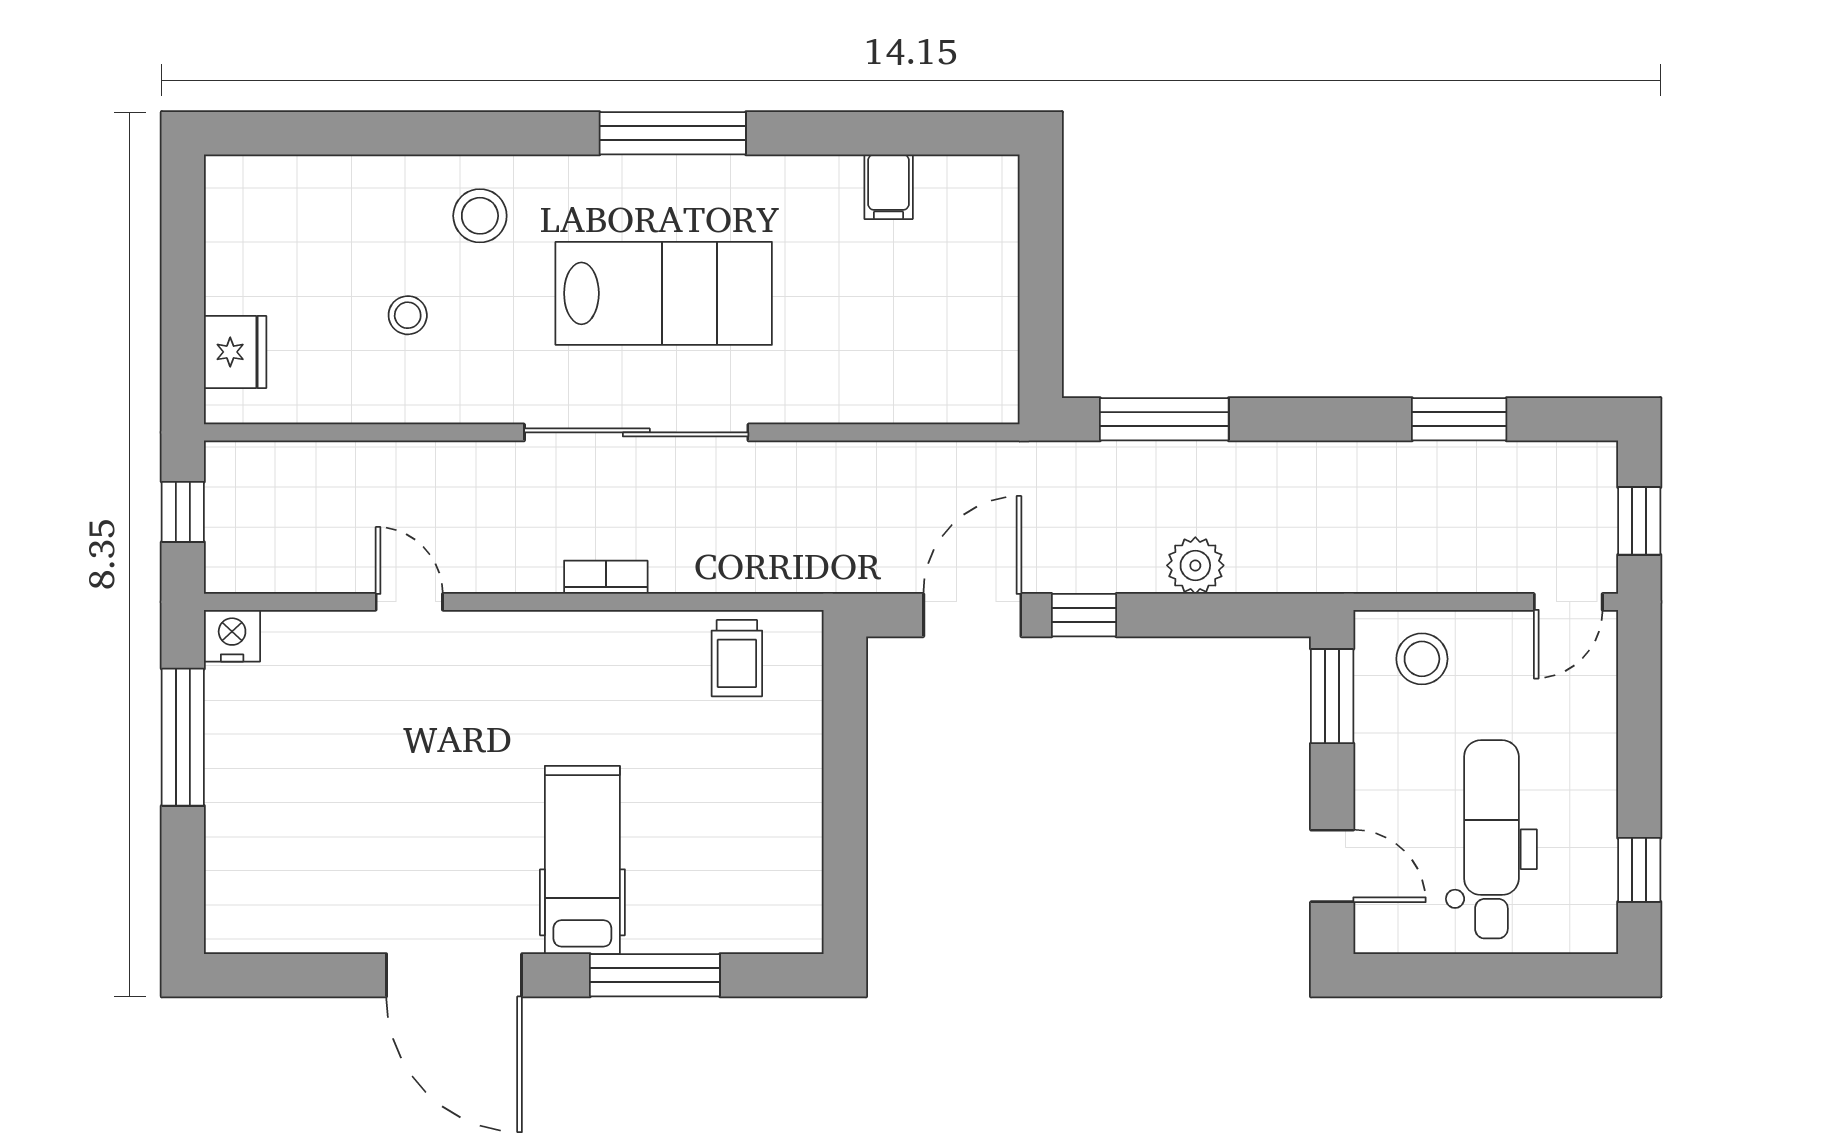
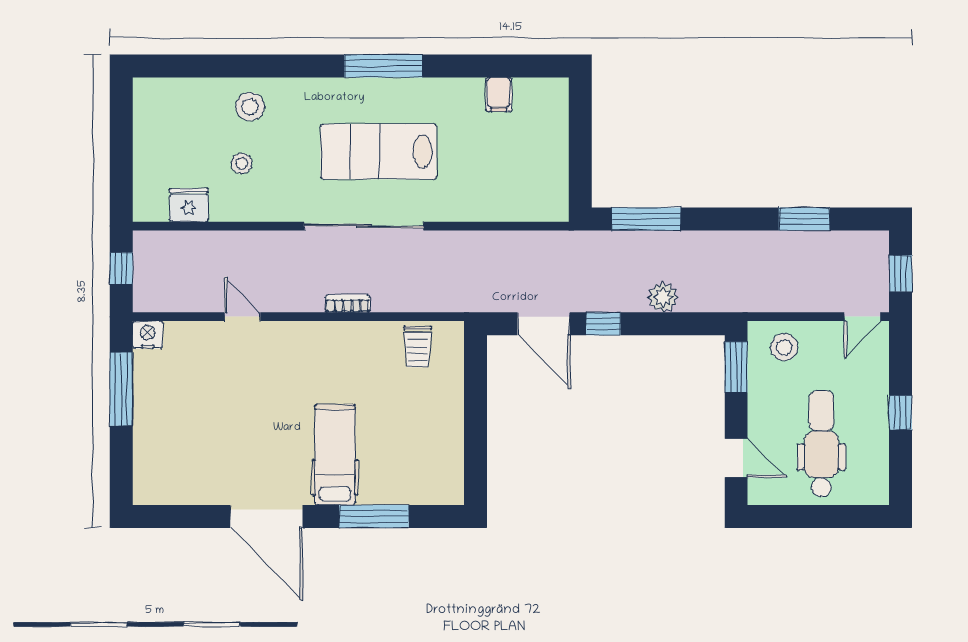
stool: (480, 216) -> (250, 107), moved
lab bench: (664, 293) -> (379, 152), turned 180
fridge: (235, 352) -> (189, 205), moved, turned -90
door: (972, 615) -> (544, 324), swing flipped
window: (1639, 870) -> (900, 413), moved

